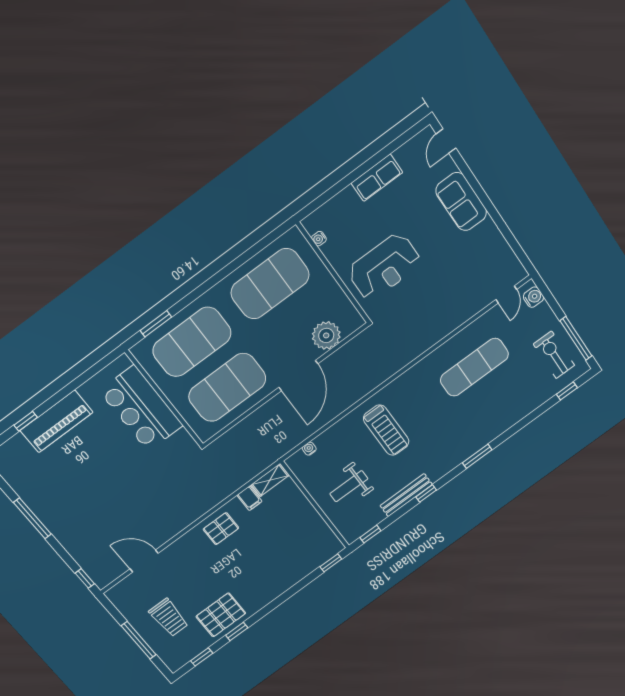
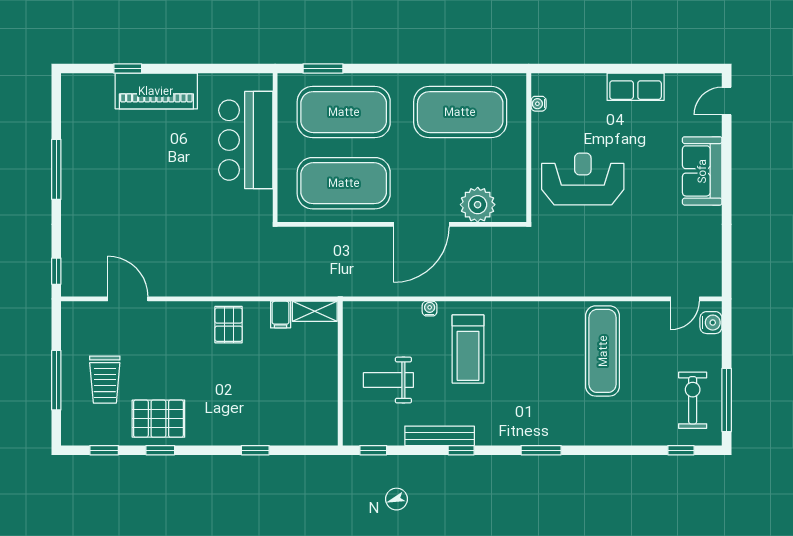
reception desk: (384, 267) -> (583, 179), turned 180
exercise mat: (474, 367) -> (603, 351), turned 90
water cooler: (309, 449) -> (430, 309), moved
pallet: (221, 529) -> (229, 325), turned 90
window: (331, 563) -> (255, 450), moved

